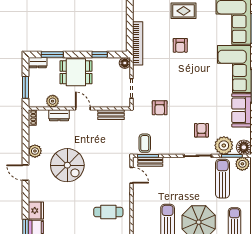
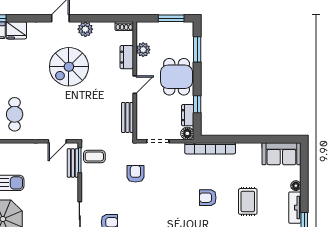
dresser: (38, 63) -> (188, 115), moved
window: (25, 87) -> (171, 18), moved
armchair: (160, 108) -> (135, 174), turned 90

